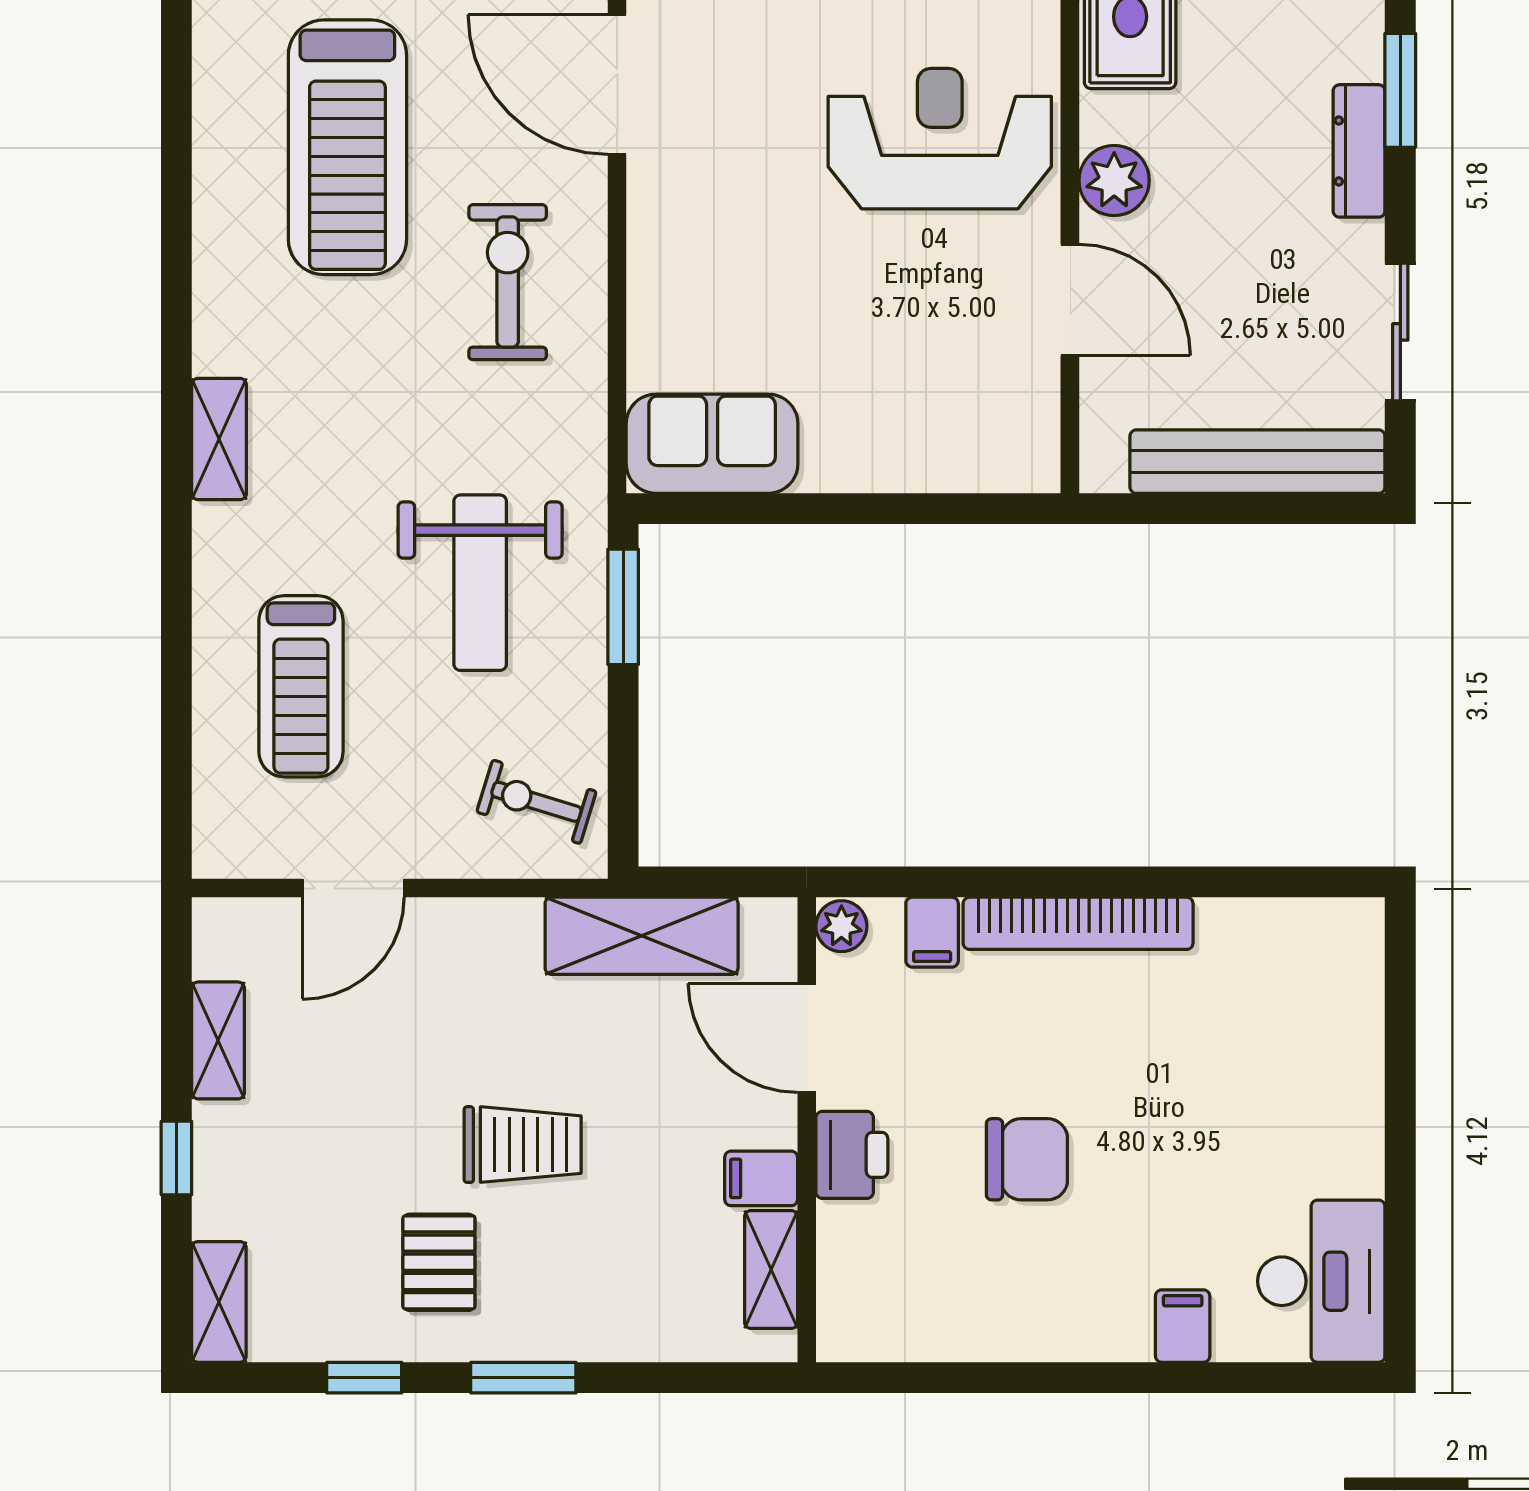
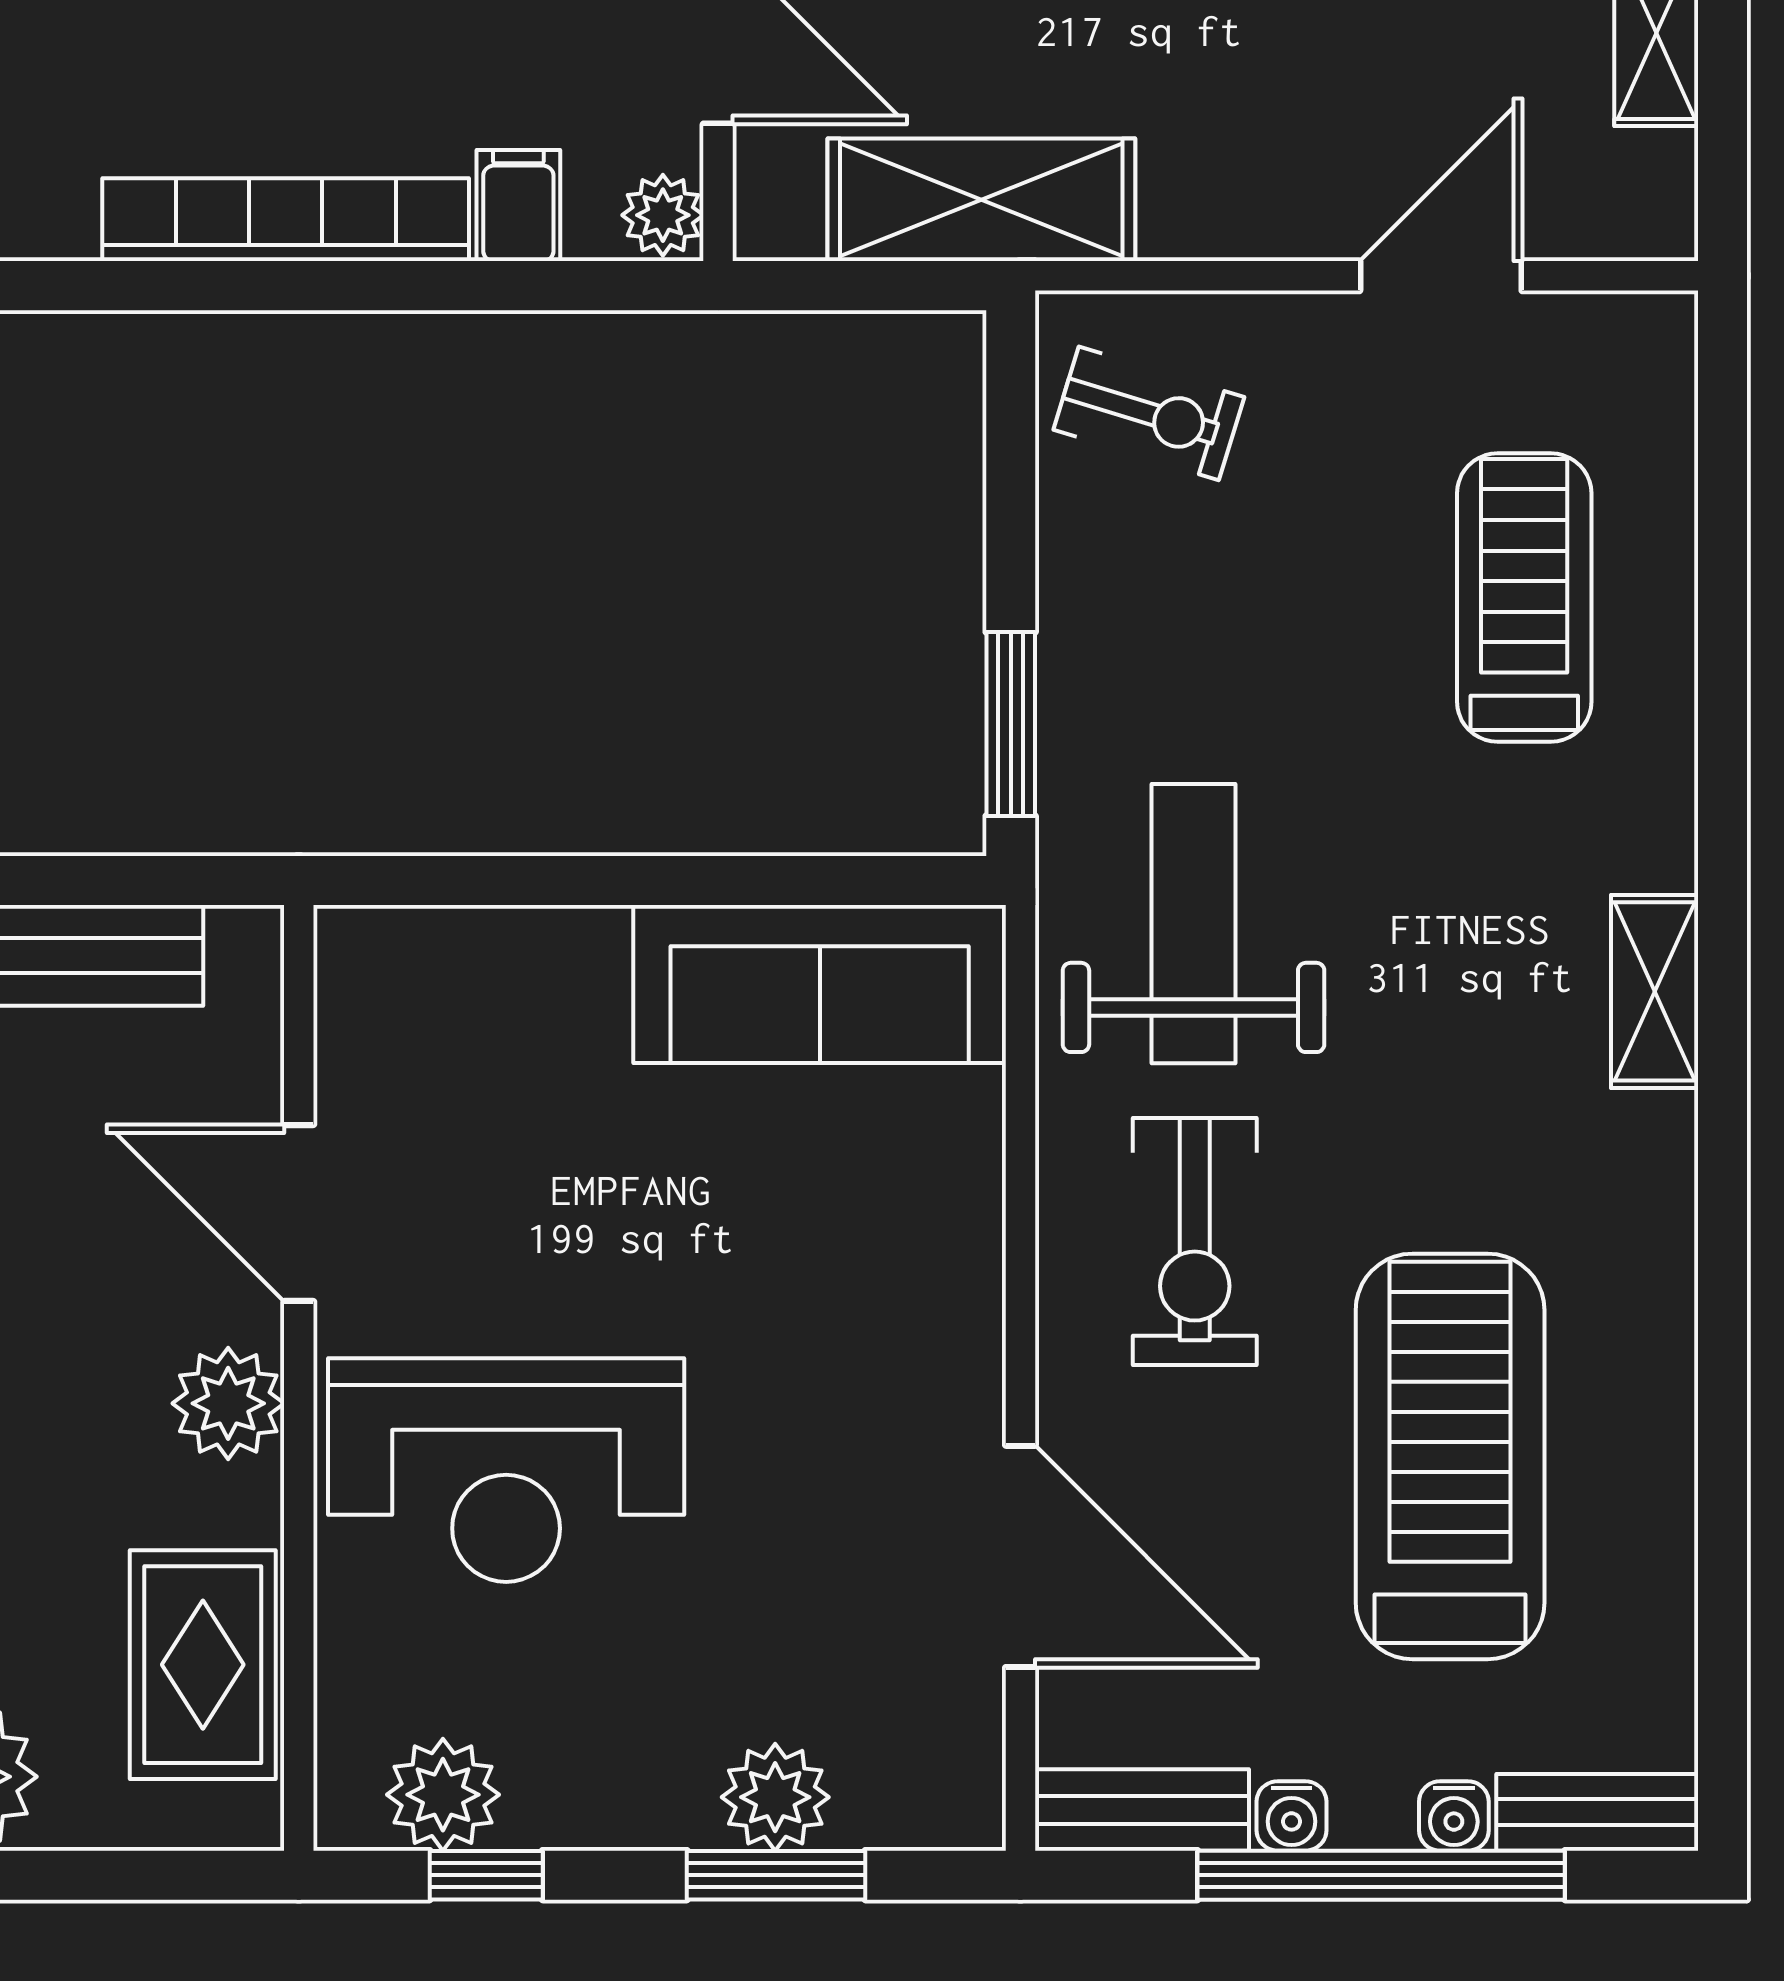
sofa: (712, 444) -> (820, 984), width x1.36
weight bench: (480, 583) -> (1194, 924), moved

